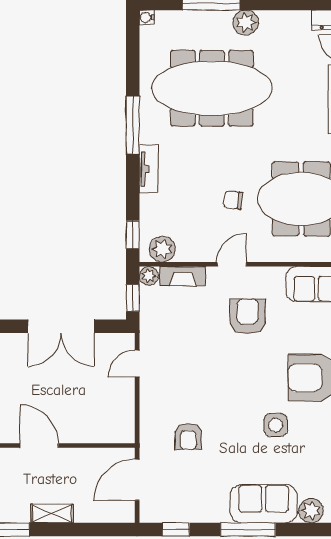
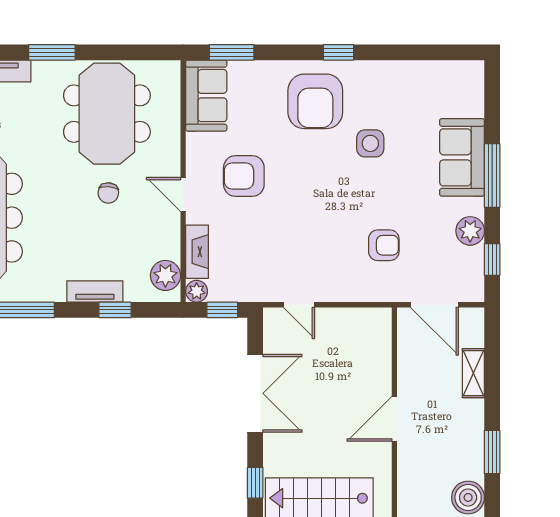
tv unit: (149, 169) -> (95, 291), moved
window: (133, 235) -> (115, 310), moved
plant: (311, 511) -> (470, 231), moved
shelving: (52, 513) -> (473, 373), moved

